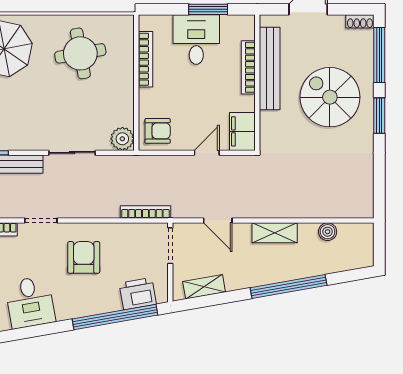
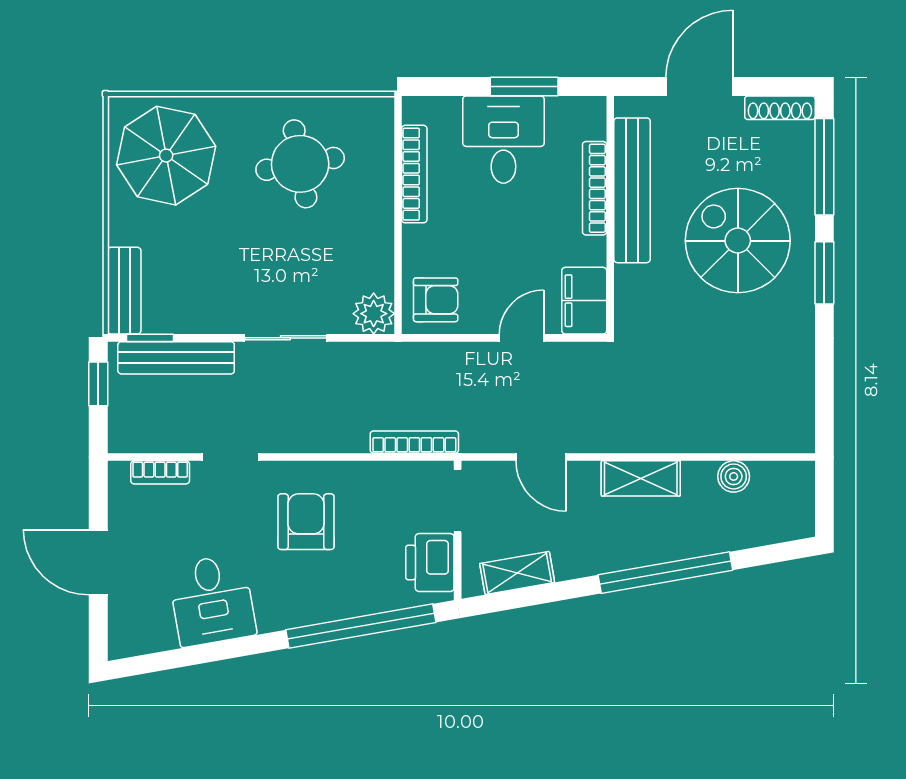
shoe rack: (360, 21) -> (780, 108), width x1.43
printer: (138, 294) -> (430, 563), moved, turned -80

